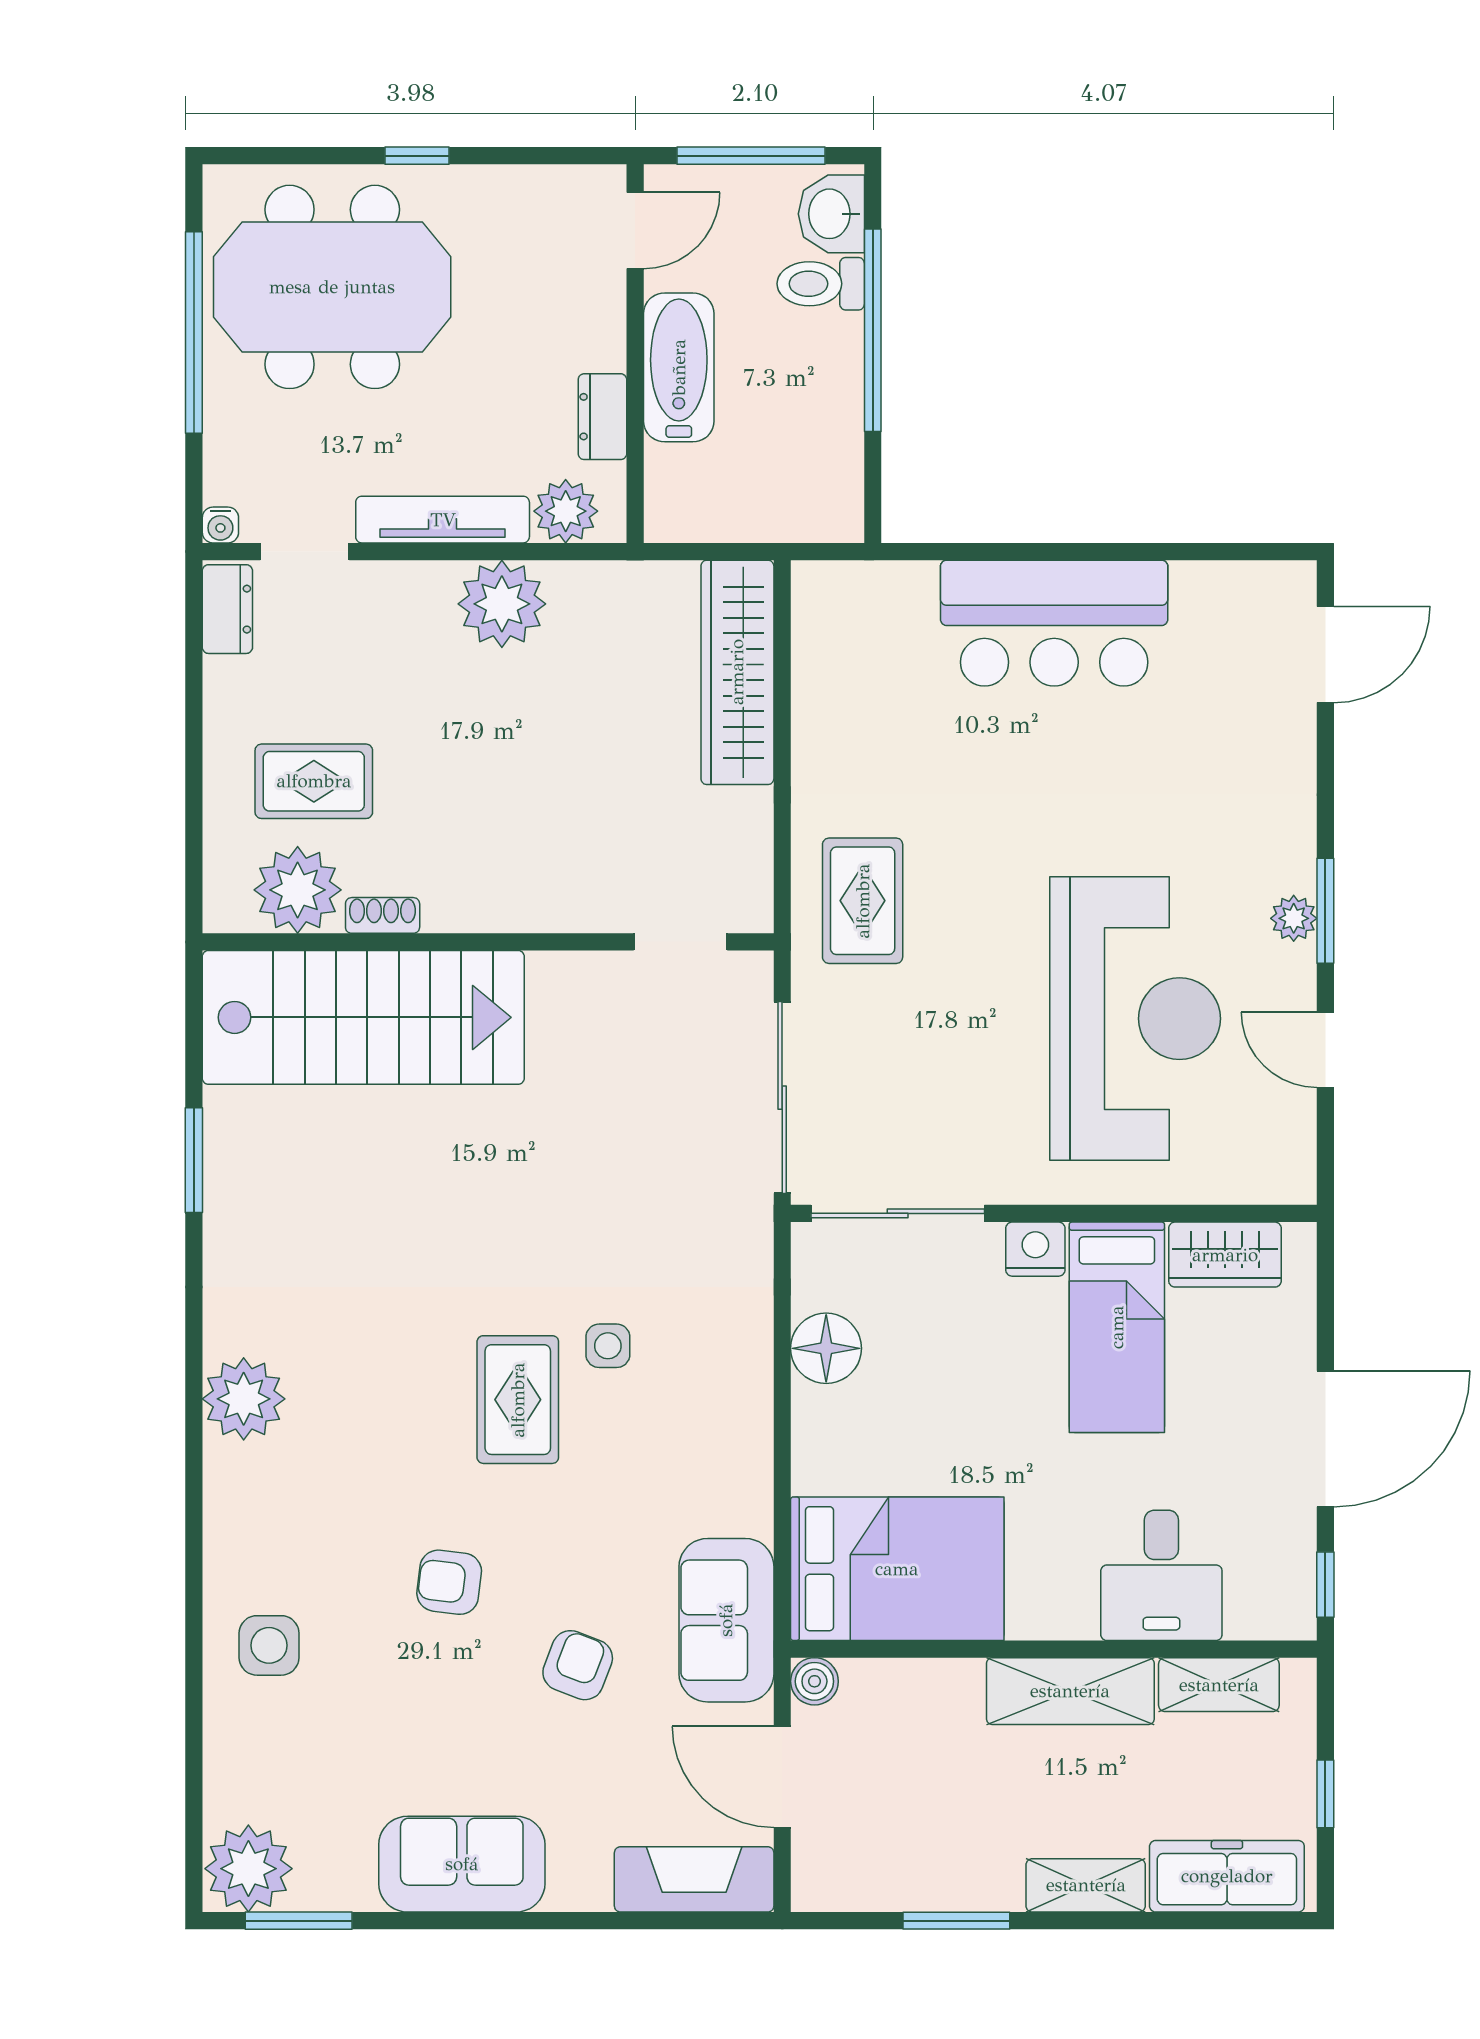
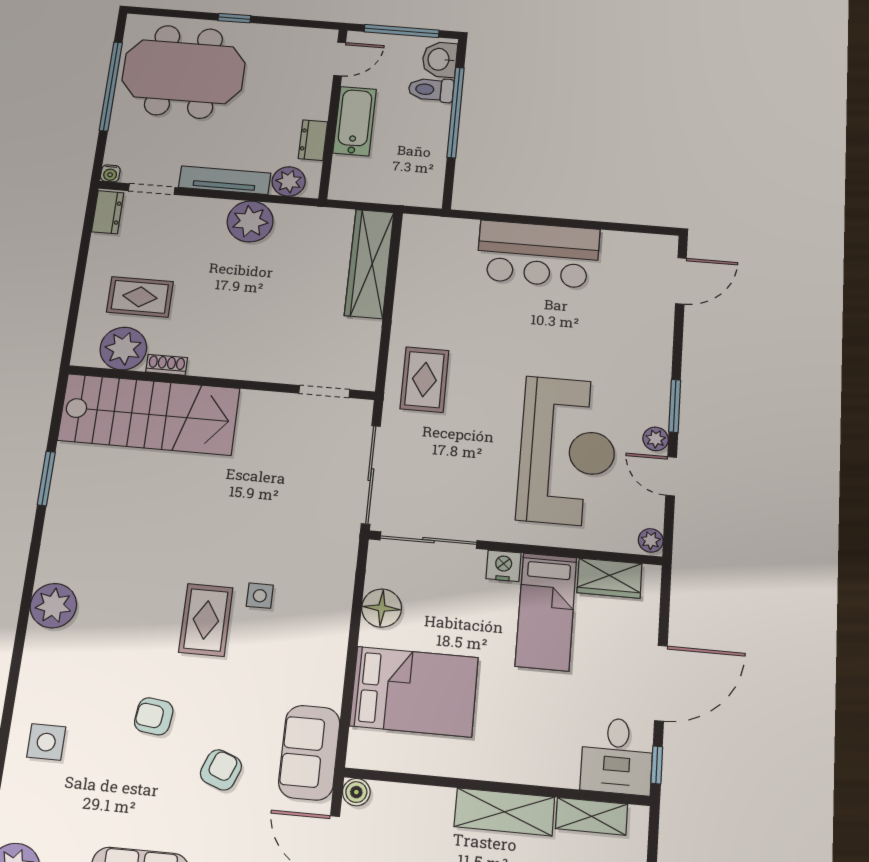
plant: (1294, 918) -> (656, 439), moved
plant: (1295, 1176) -> (651, 540), added
bed: (897, 1569) -> (414, 692), moved
desk: (1161, 1575) -> (617, 756), moved

